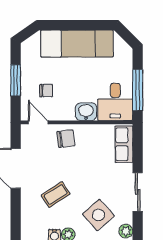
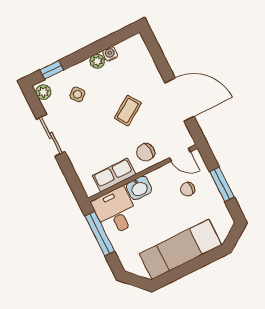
row of seats: (124, 144) -> (114, 175), moved, turned -90
coffee table: (56, 195) -> (128, 111), moved
side table: (98, 215) -> (77, 94), width x0.54, depth x0.54

